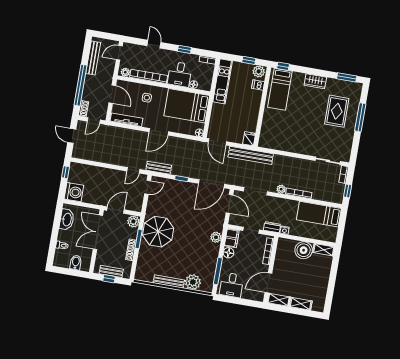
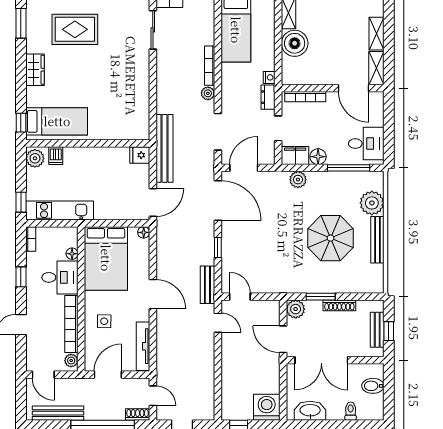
window: (249, 60) -> (21, 202), moved
parasol: (158, 232) -> (330, 238), moved

